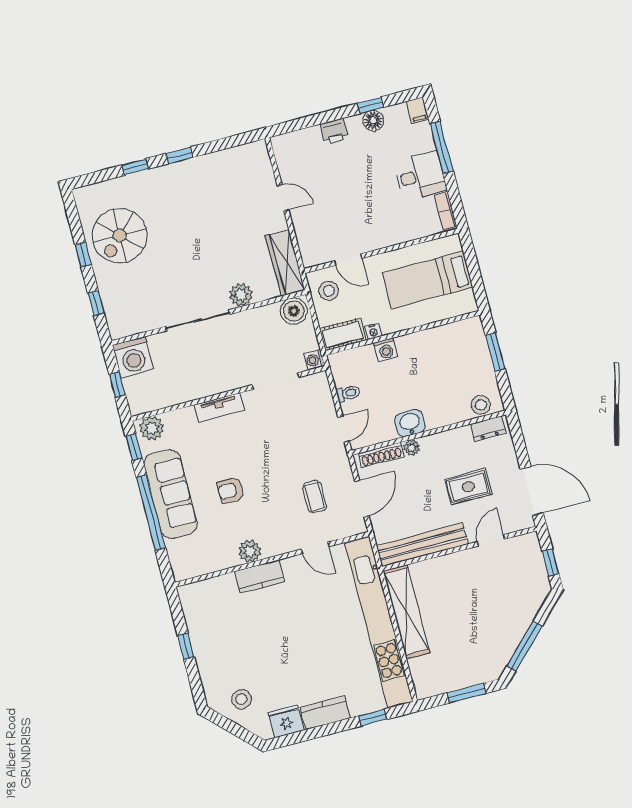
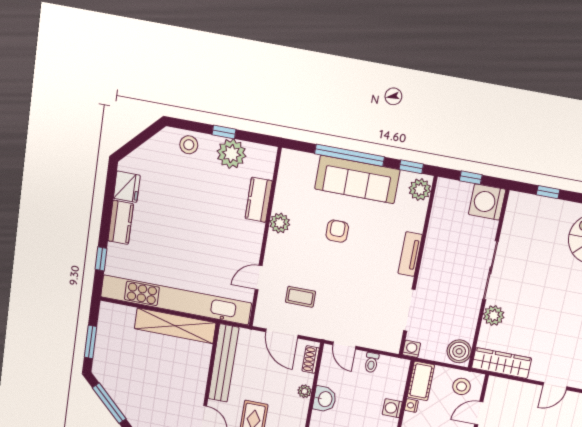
shoe rack: (381, 455) -> (311, 360), width x0.70
kitchen counter: (260, 577) -> (259, 200), moved
plant: (204, 630) -> (231, 154), added
stool: (242, 699) -> (189, 145), moved

